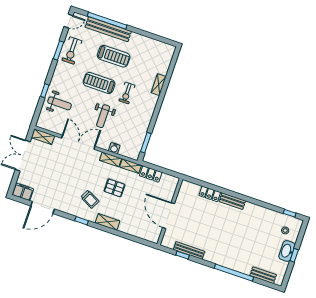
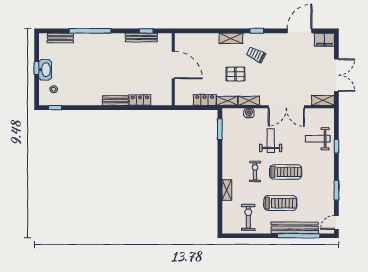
exercise bike: (72, 51) -> (248, 217), moved
treadmill: (114, 56) -> (280, 203), turned 180

